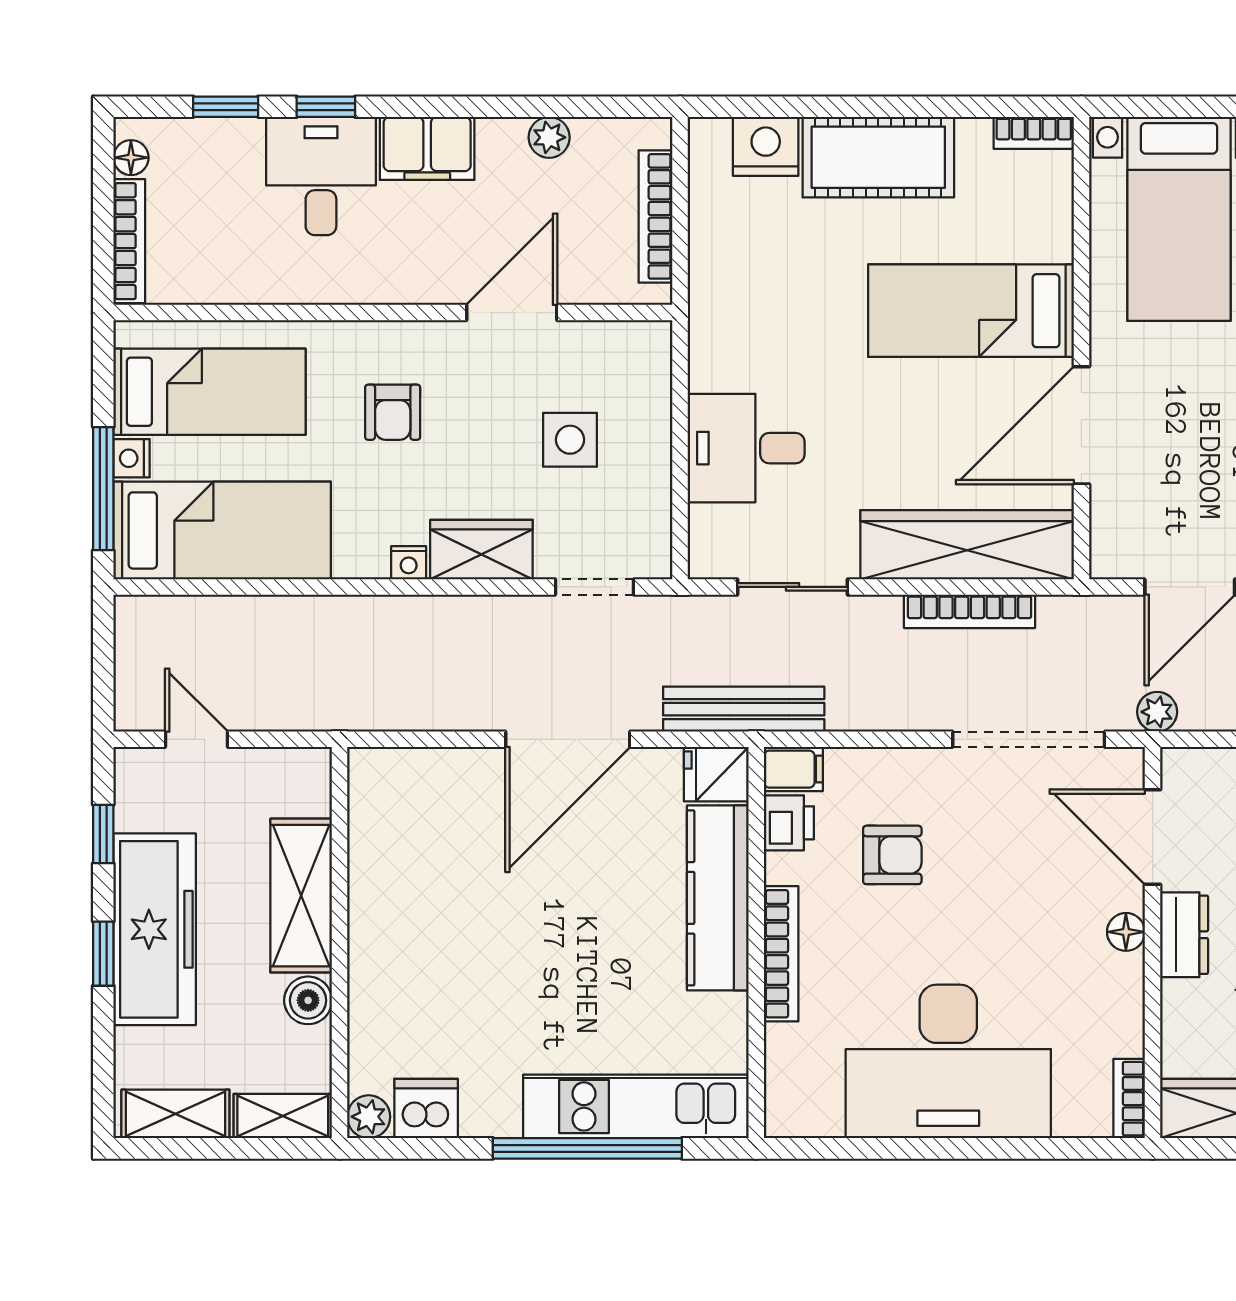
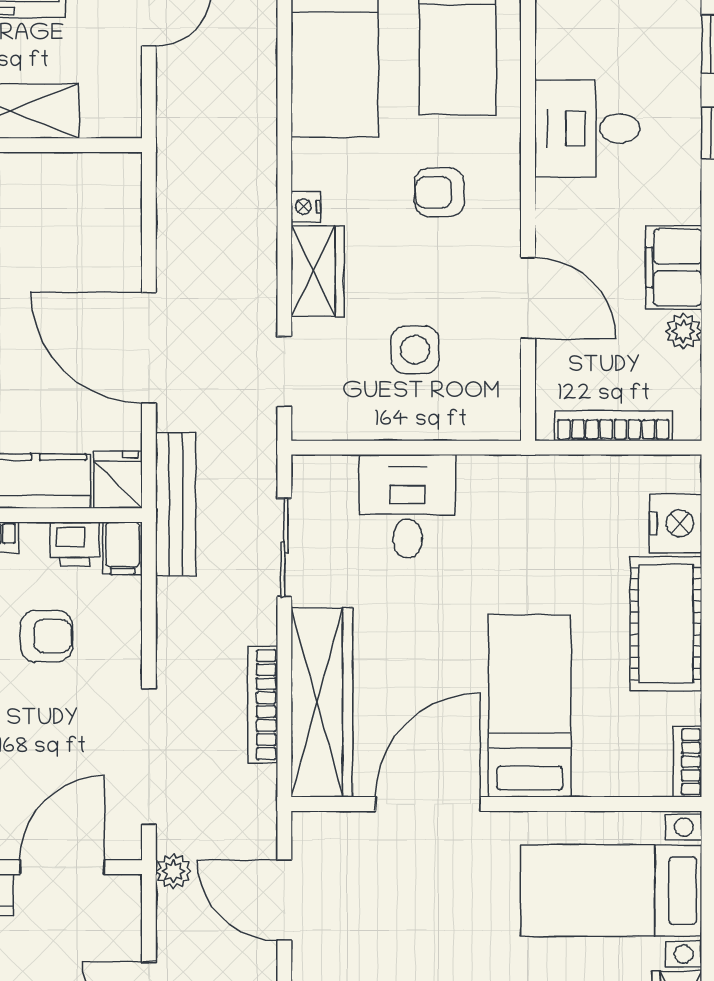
filing cabinet: (427, 148) -> (674, 267), moved
desk: (321, 176) -> (587, 129), moved, turned 180
door: (1081, 425) -> (428, 804), hinge flipped
armchair: (892, 855) -> (46, 636), turned -90

